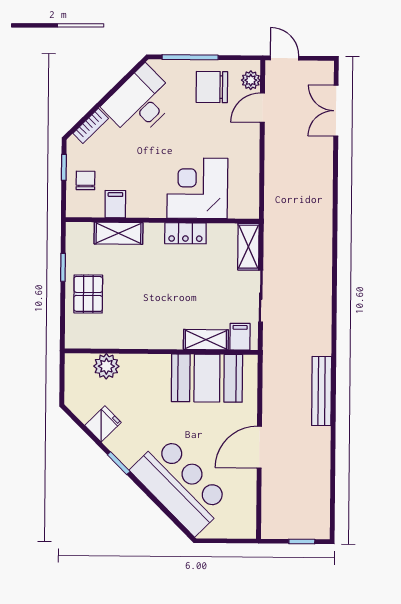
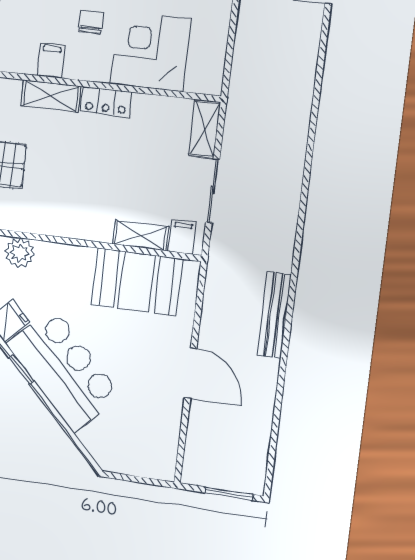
chair: (85, 180) -> (91, 22), moved
locker: (185, 233) -> (106, 102), moved
door: (259, 447) -> (190, 373), swing flipped
bar counter: (180, 485) -> (64, 370), moved
window: (302, 542) -> (229, 494), width x1.50

